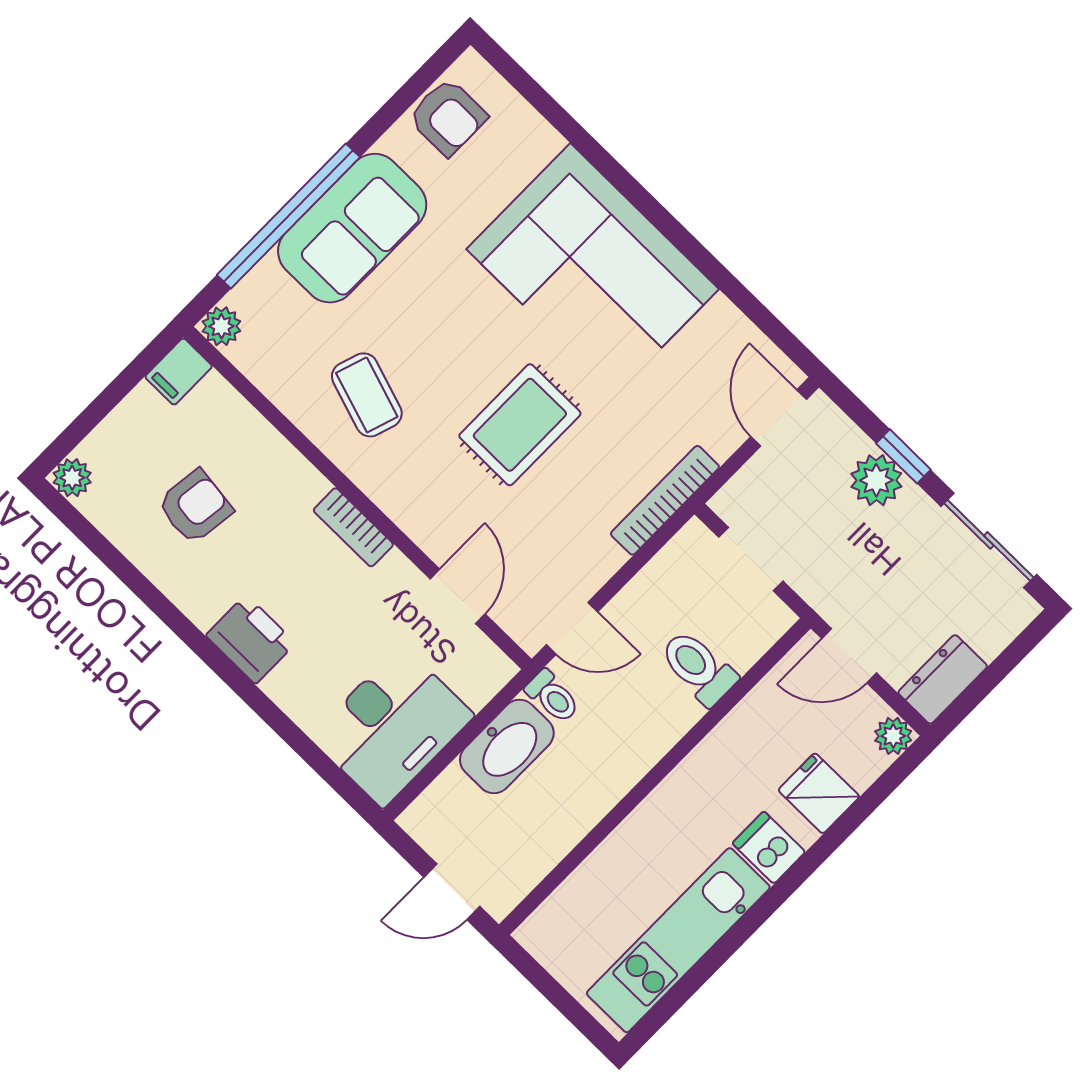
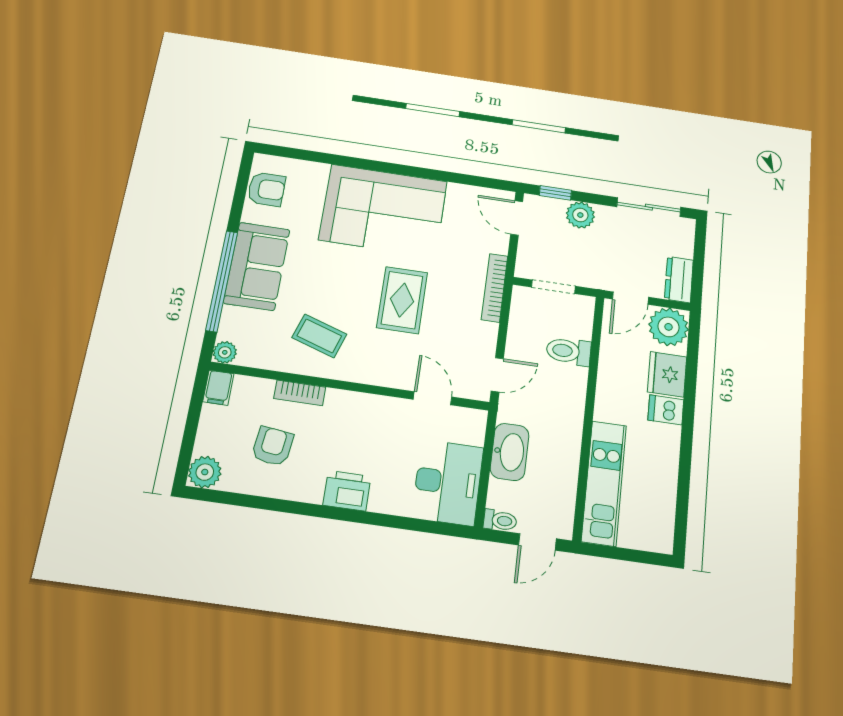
window: (903, 456) -> (555, 193), moved
plant: (72, 478) -> (205, 472), width x1.38, depth x1.38
bookcase: (353, 527) -> (300, 393), moved
toilet: (553, 697) -> (500, 520), moved
plant: (893, 736) -> (669, 327), width x1.88, depth x1.88
fridge: (819, 793) -> (667, 374), width x1.38
kitchen unit: (678, 940) -> (604, 483), moved, turned 180

